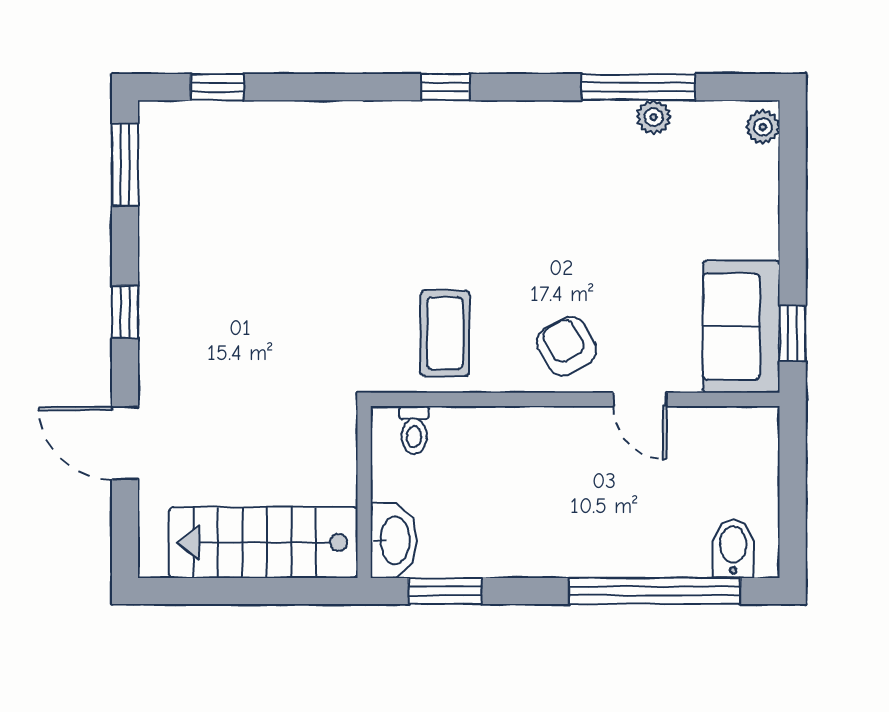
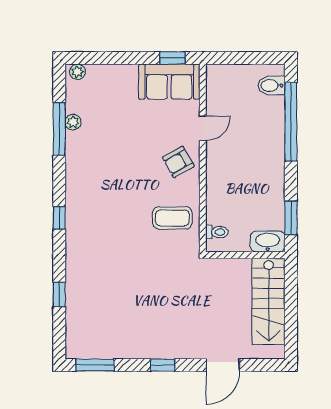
window: (217, 87) -> (59, 295), moved

